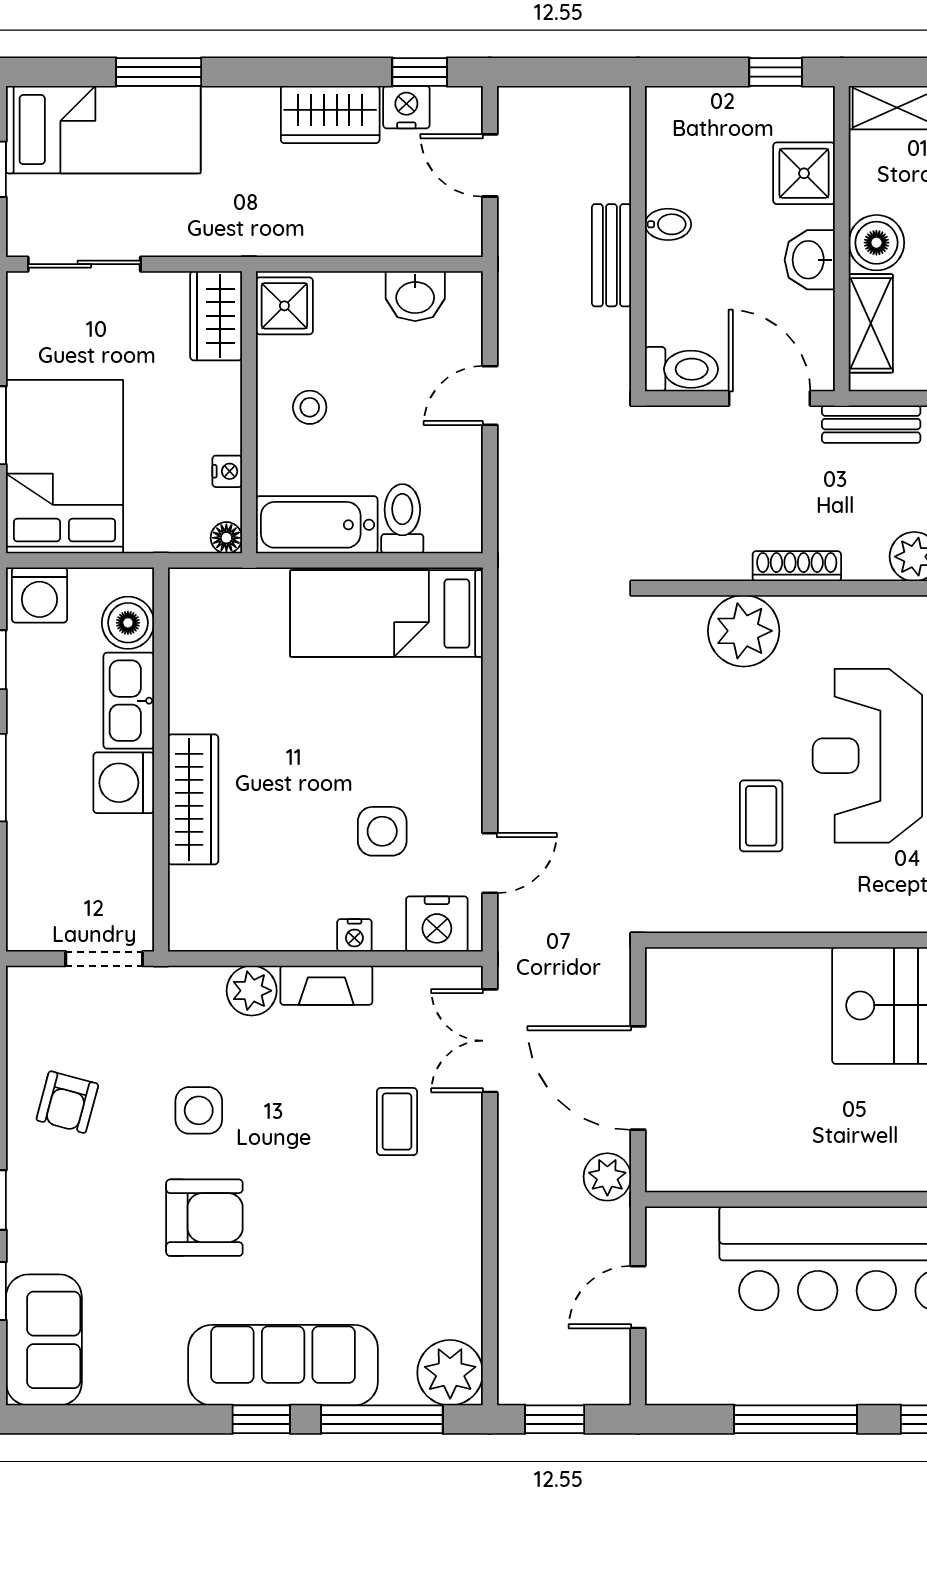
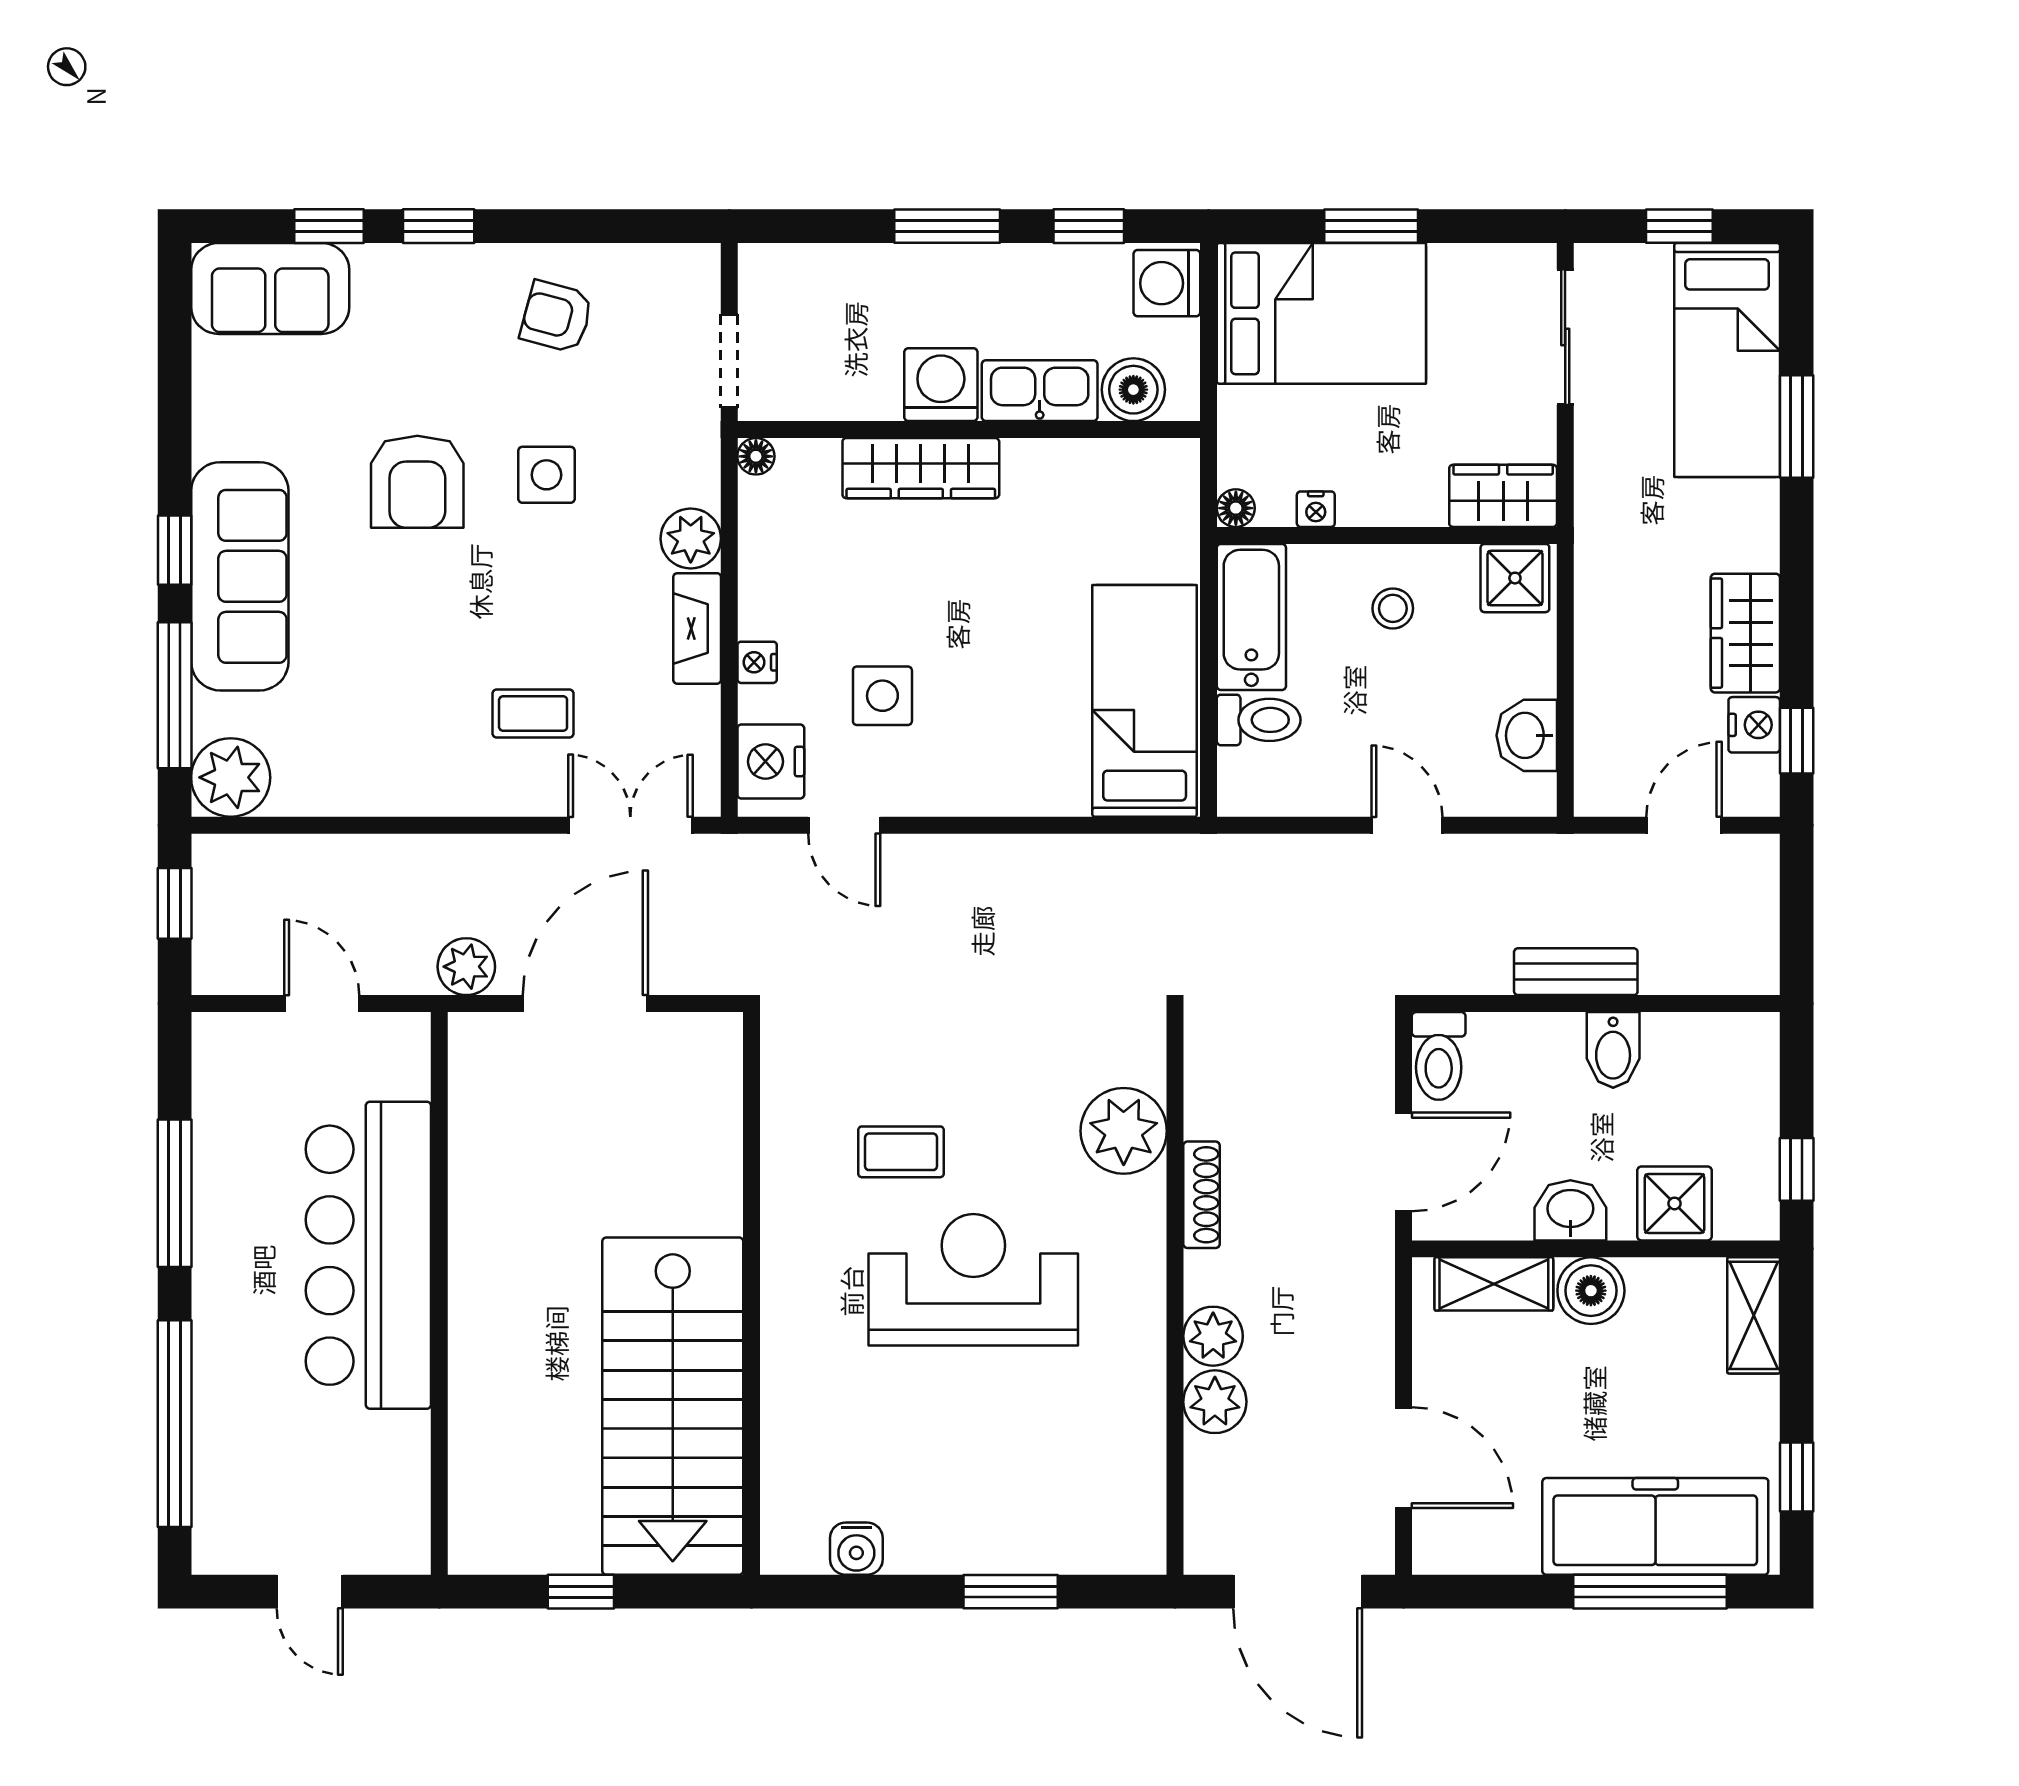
bidet: (668, 224) -> (1613, 1050), width x1.38, depth x1.36
bench: (871, 424) -> (1373, 1284), removed
floor lamp: (183, 936) -> (756, 456), added

